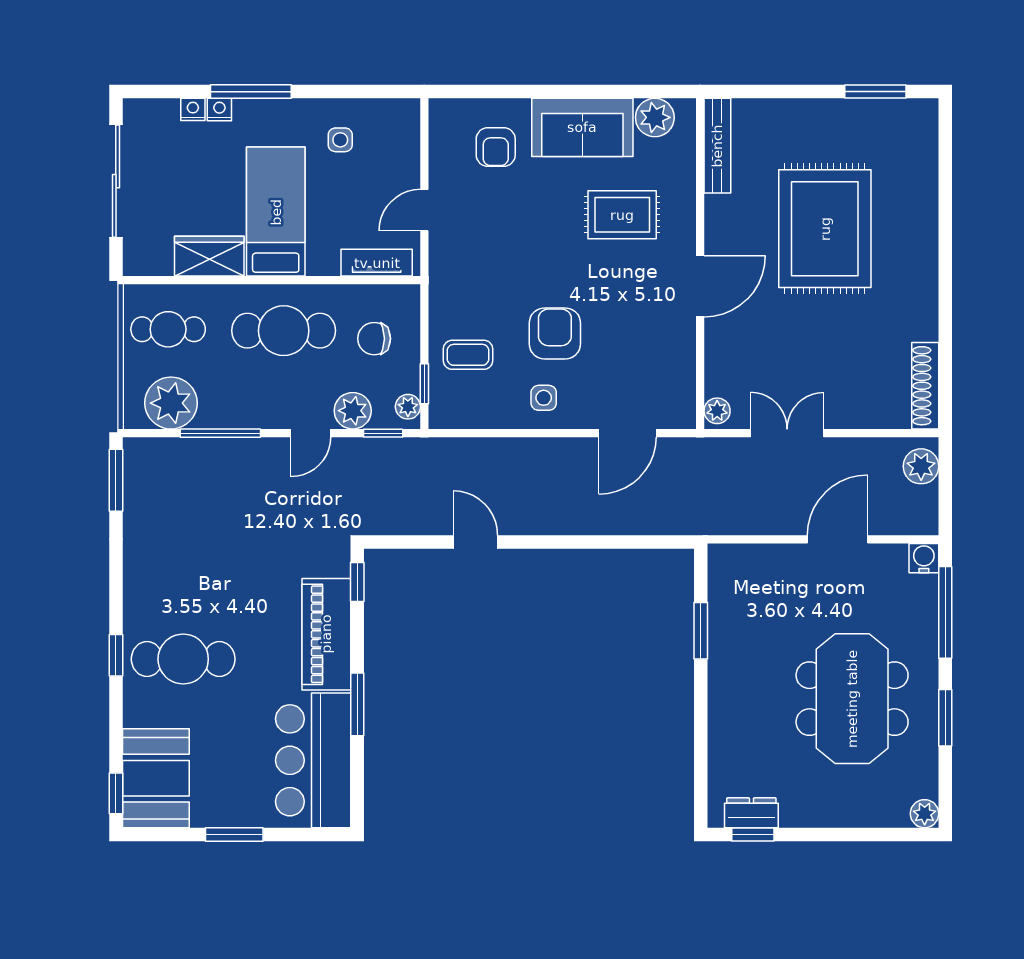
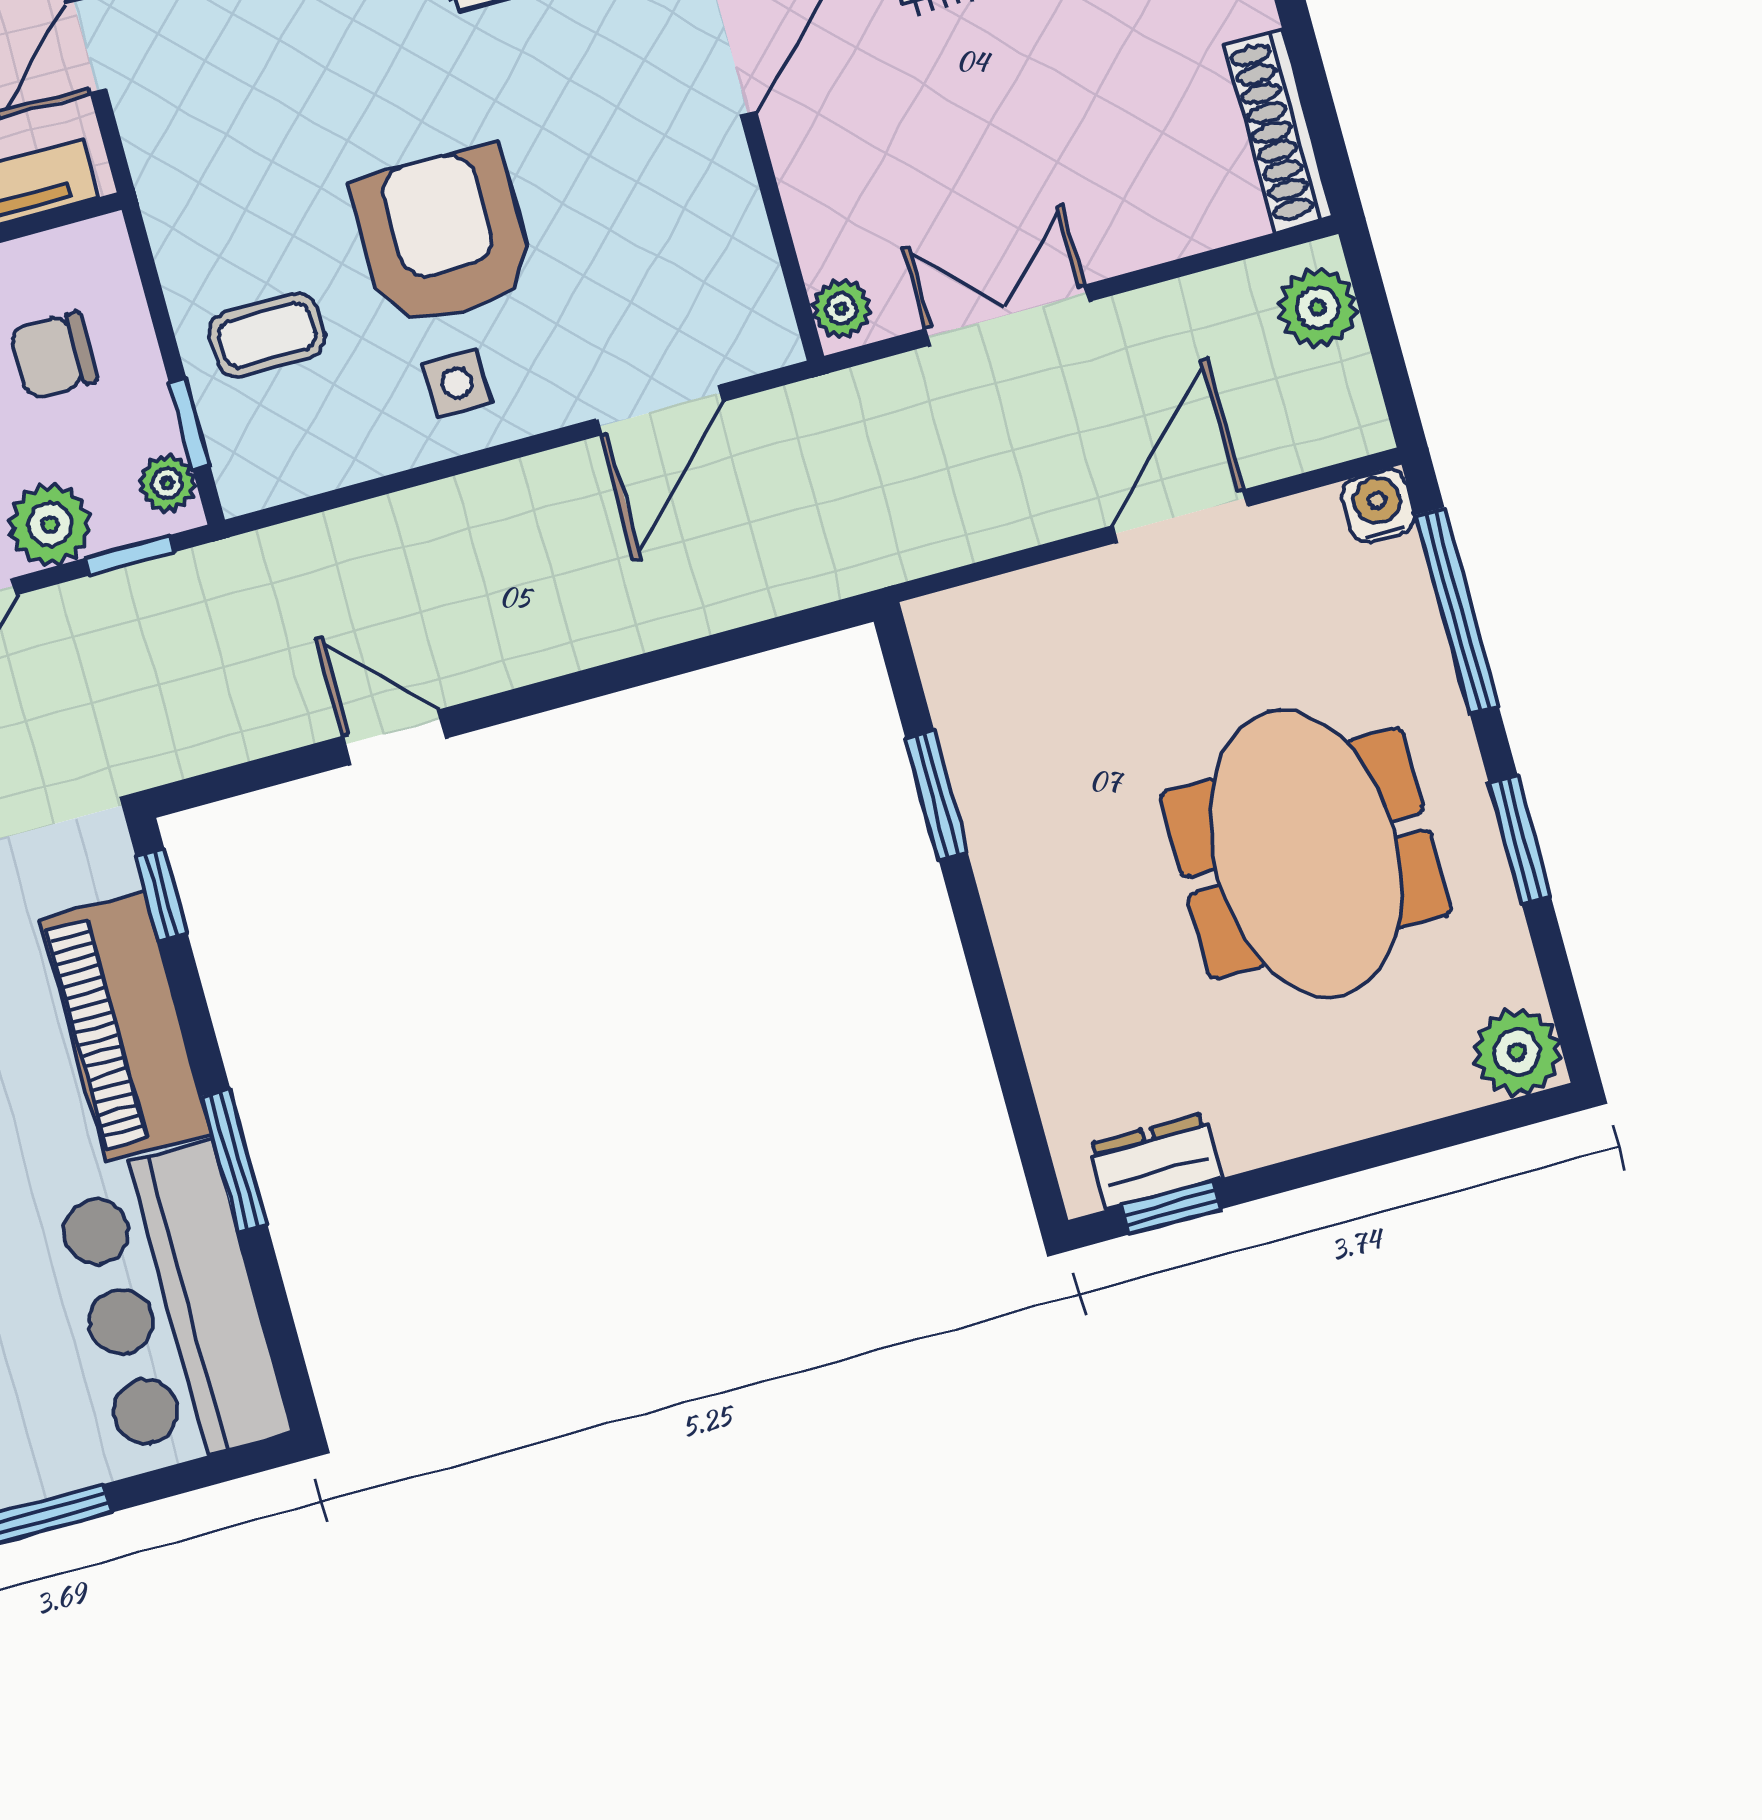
armchair: (555, 333) -> (443, 237), width x1.36, depth x1.36
plant: (925, 814) -> (1517, 1052), width x1.38, depth x1.38

